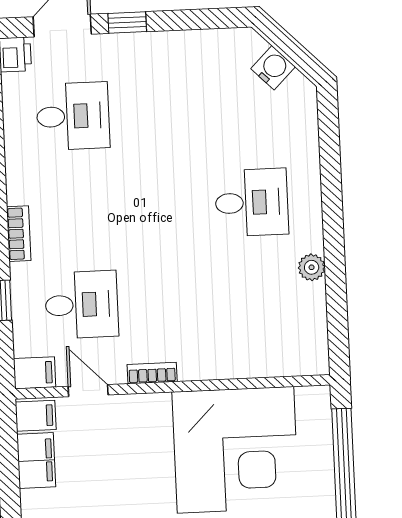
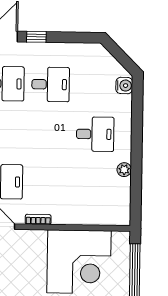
water cooler: (273, 68) -> (124, 86), moved, turned 45
desk: (160, 112) -> (51, 84), added

